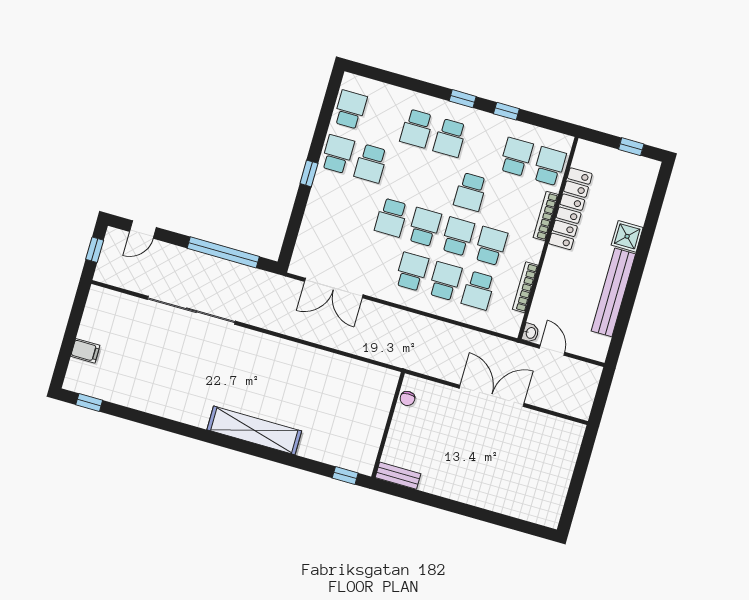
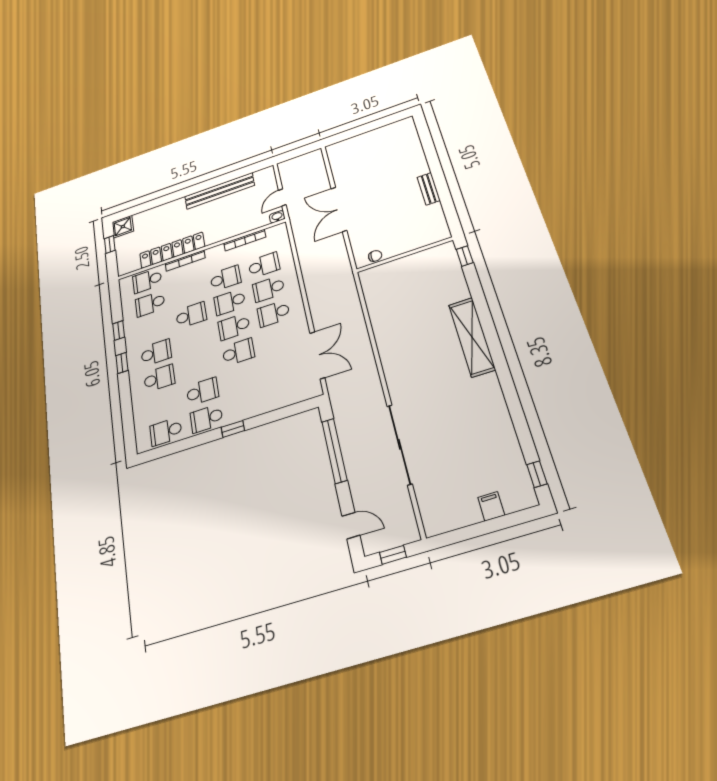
shower: (627, 236) -> (123, 227), moved
school desk: (491, 246) -> (226, 278), turned 180
bench: (398, 476) -> (429, 189), moved

